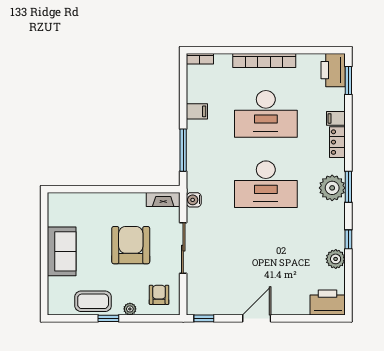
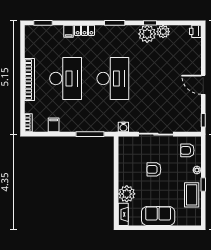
printer: (333, 70) -> (36, 33), removed
filing cabinet: (197, 111) -> (54, 125), moved
plant: (332, 188) -> (147, 34), moved
fireplace: (163, 200) -> (123, 214), moved
plant: (95, 205) -> (127, 194), added
armchair: (131, 245) -> (154, 169), width x0.53, depth x0.53
printer: (328, 302) -> (195, 31), width x0.53, depth x0.68

